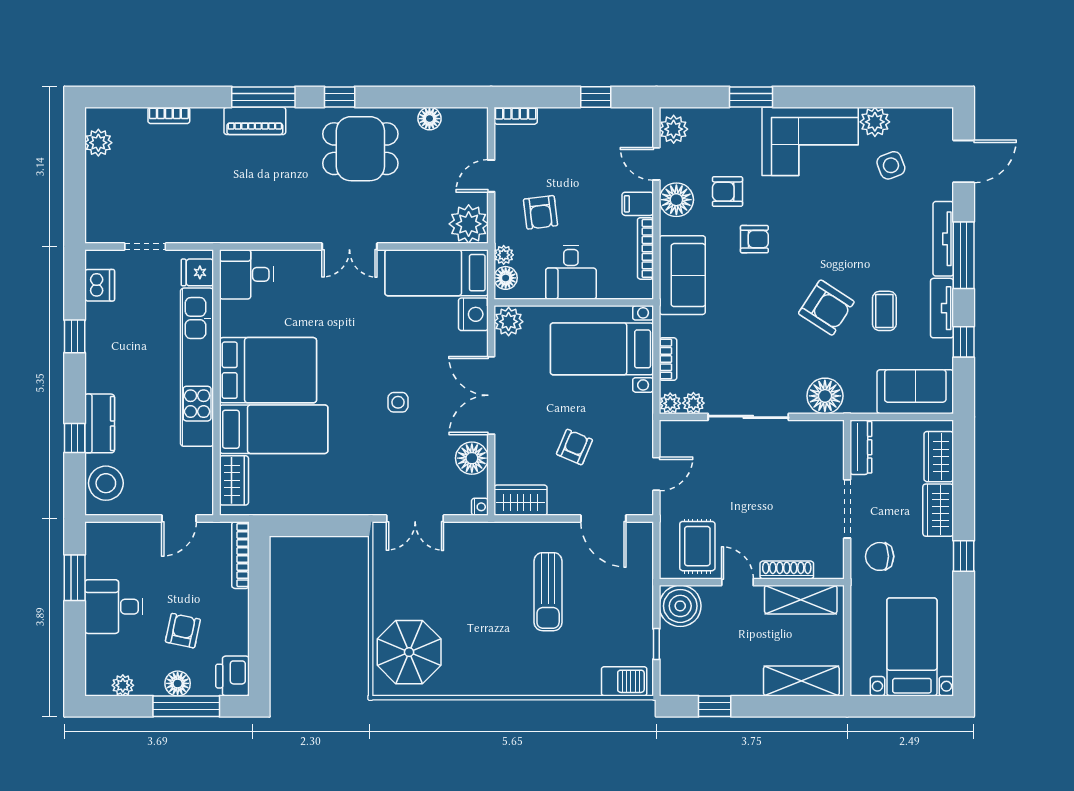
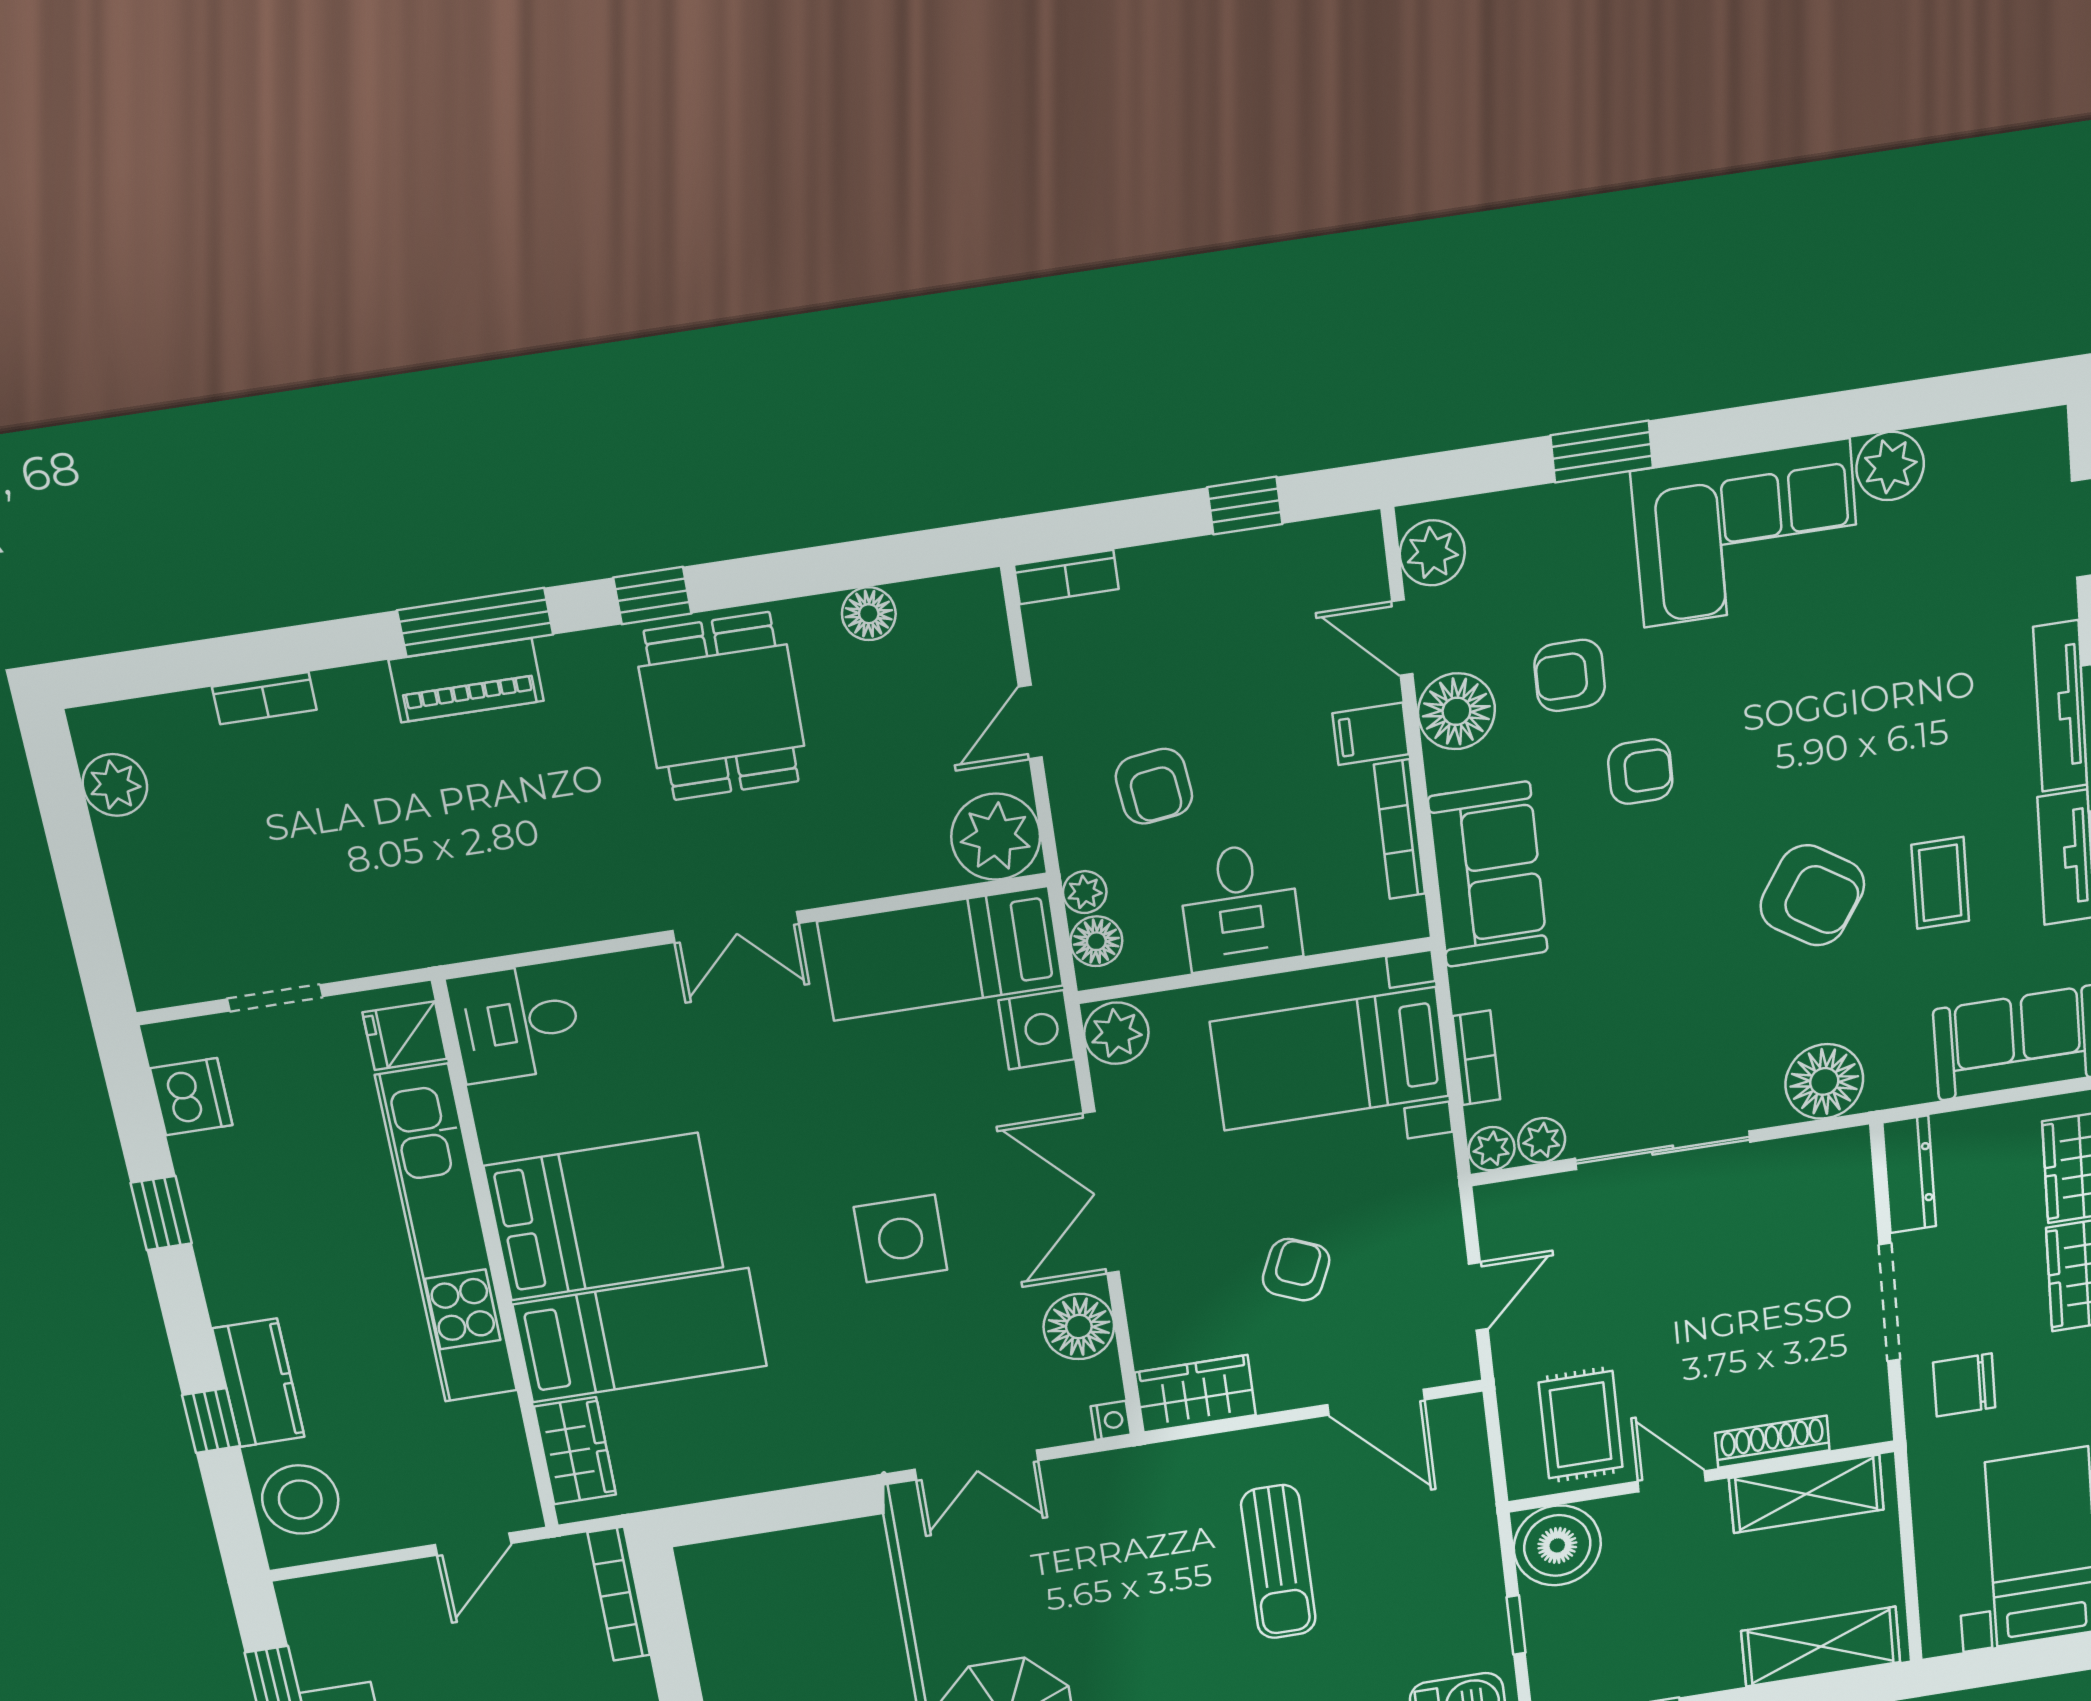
dining table: (360, 149) -> (722, 707), turned 90
side table: (891, 165) -> (1933, 560), removed
side table: (398, 402) -> (901, 1239), width x1.87, depth x1.87

